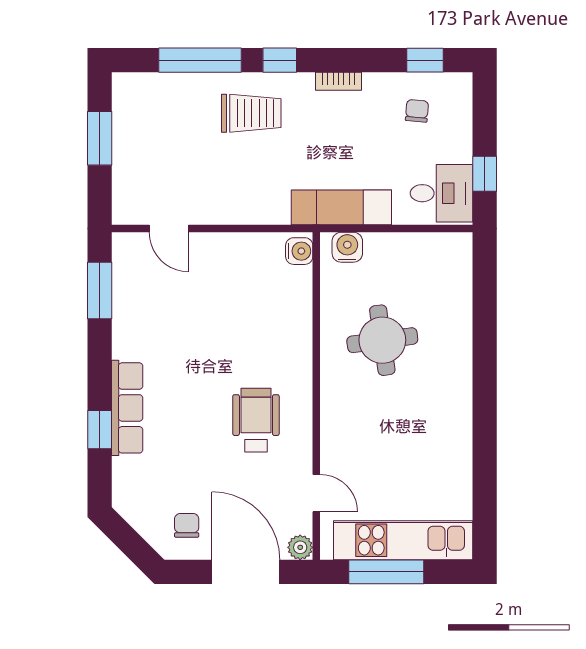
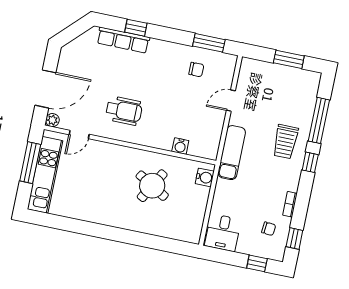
bookcase: (338, 81) -> (290, 204), moved
window: (485, 174) -> (257, 263), moved
exam couch: (341, 207) -> (232, 153), moved
door: (169, 228) -> (231, 101), moved
water cooler: (299, 251) -> (180, 146), moved
round table: (382, 340) -> (152, 186), turned 38
row of seats: (127, 408) -> (123, 40), moved
chair: (187, 525) -> (196, 70), moved

